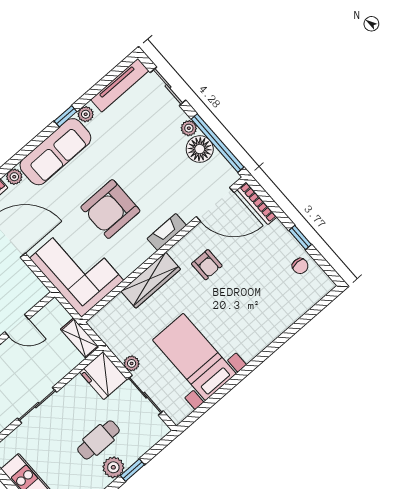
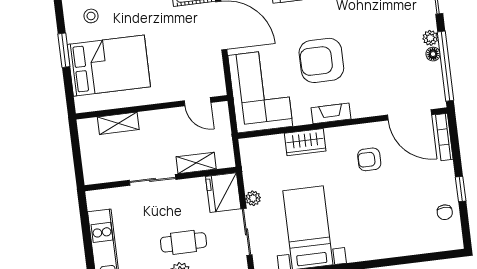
floor lamp: (200, 149) -> (433, 54), width x0.53, depth x0.53
fireplace: (167, 232) -> (331, 113), moved
armchair: (207, 265) -> (369, 159), turned 90
wardrobe: (151, 280) -> (305, 142), width x0.67
door: (17, 326) -> (197, 102), moved
shelving: (80, 338) -> (196, 163), moved, turned 90

